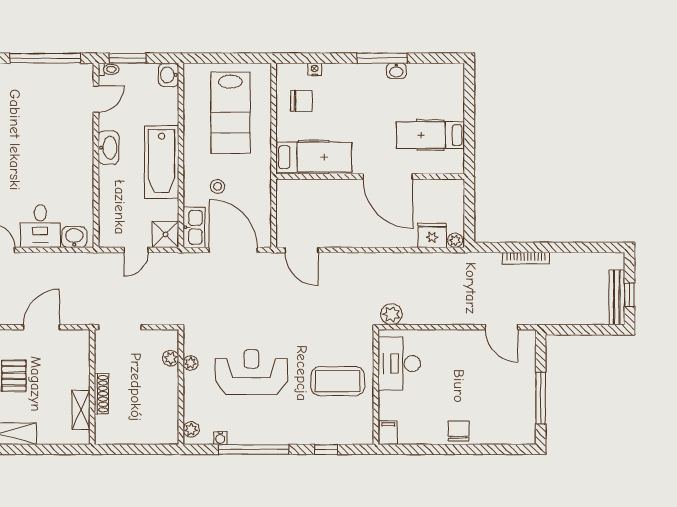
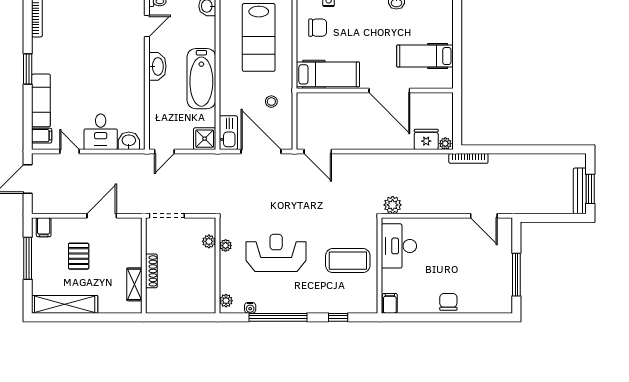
stool: (218, 186) -> (271, 102), moved
door: (136, 250) -> (164, 152), moved
bookcase: (526, 258) -> (468, 158), moved
window: (629, 295) -> (590, 189), width x1.50

